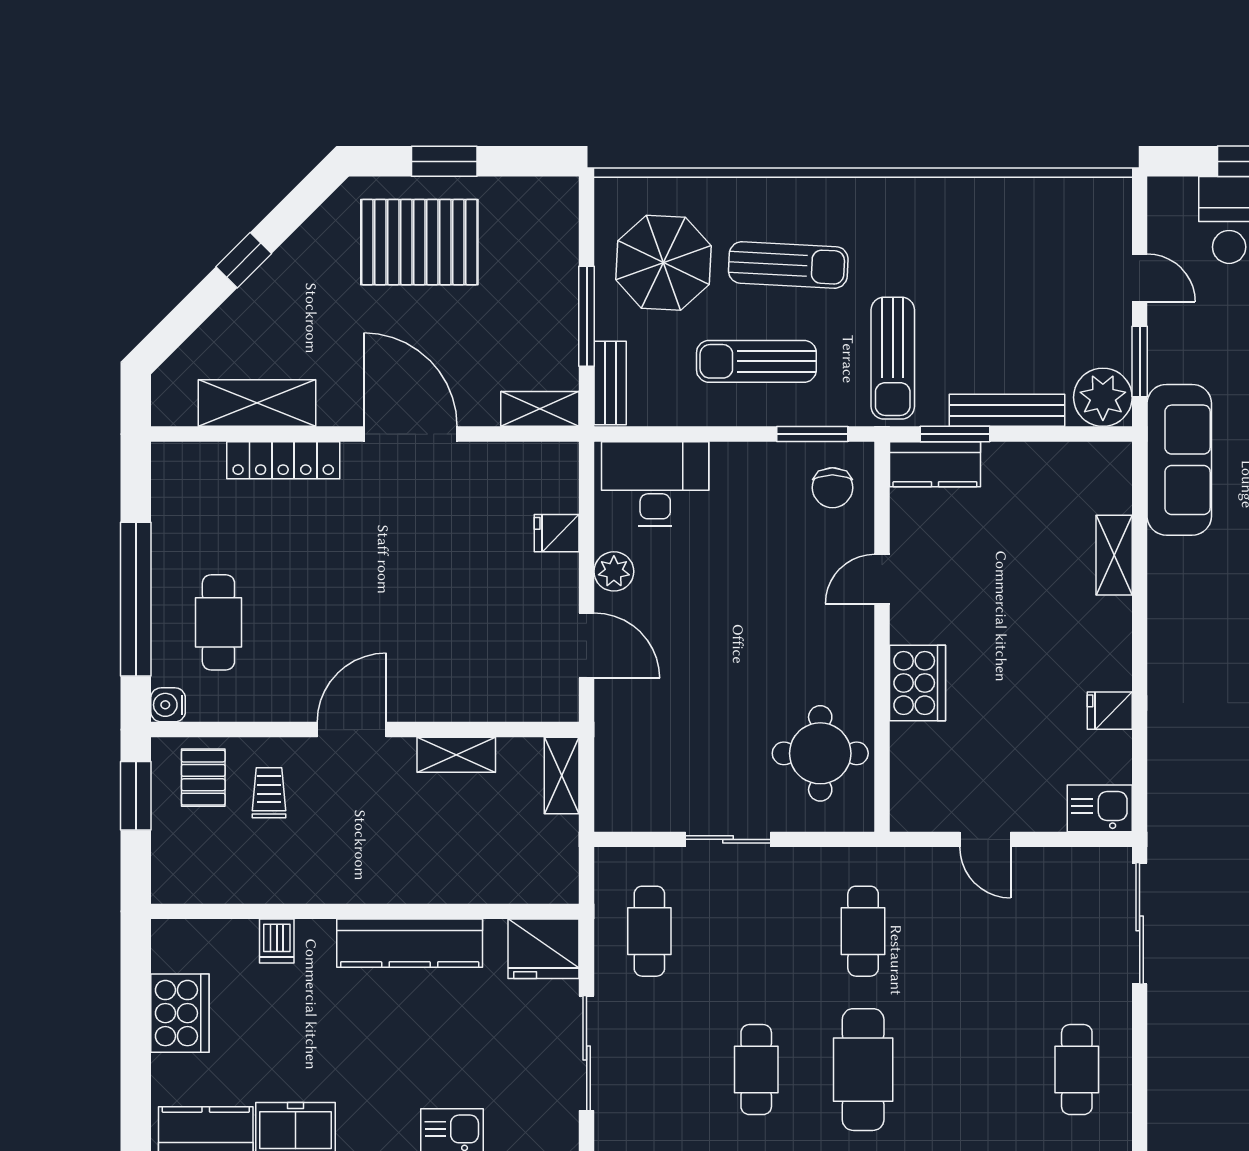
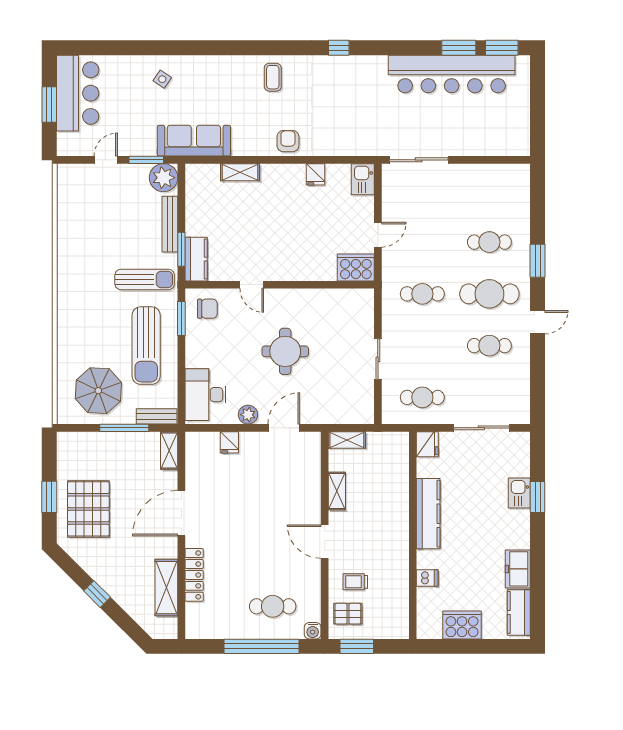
sun lounger: (788, 265) -> (99, 330), removed
sun lounger: (756, 361) -> (146, 346), width x1.36, depth x1.34
armchair: (1178, 654) -> (288, 141), added
cooker: (918, 683) -> (356, 267), moved
round table: (820, 753) -> (285, 351), moved
fridge: (543, 949) -> (427, 444), width x0.73, depth x0.75
cafe table: (1077, 1070) -> (489, 242), moved

